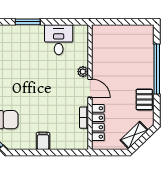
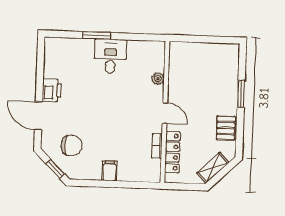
desk: (59, 40) -> (110, 56), moved
window: (157, 69) -> (241, 94), width x0.47
plant: (83, 72) -> (158, 79), moved

